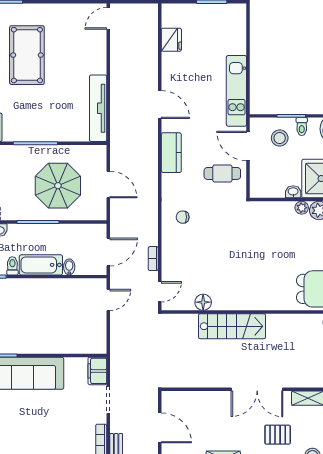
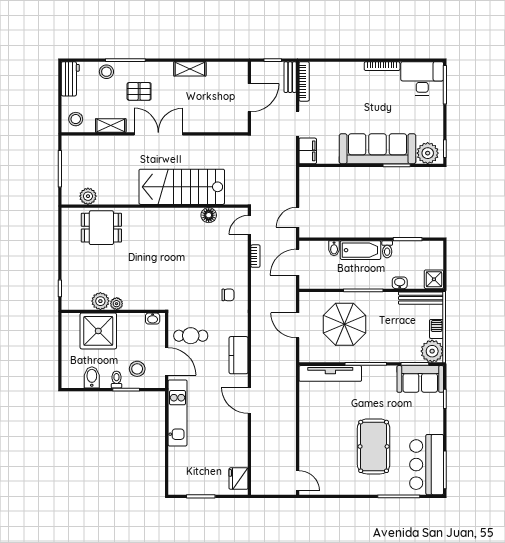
door: (108, 18) -> (298, 481), hinge flipped
fridge: (171, 40) -> (239, 479), moved
tv unit: (98, 108) -> (330, 373), moved, turned 90
washbasin: (293, 192) -> (153, 319), moved
stairs: (232, 326) -> (182, 187), width x1.36, depth x1.51
door: (160, 428) -> (249, 98), swing flipped

